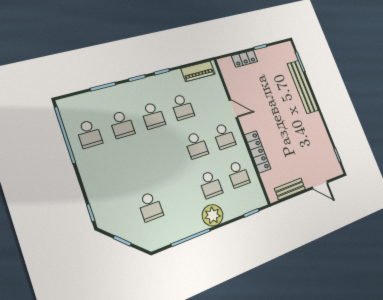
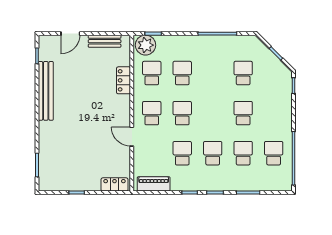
locker: (245, 59) -> (115, 184), moved
bench: (303, 87) -> (46, 91), moved
locker: (258, 152) -> (124, 80), width x0.66
school desk: (136, 165) -> (243, 113), added
door: (320, 185) -> (70, 34), swing flipped
plant: (213, 215) -> (146, 45), moved

